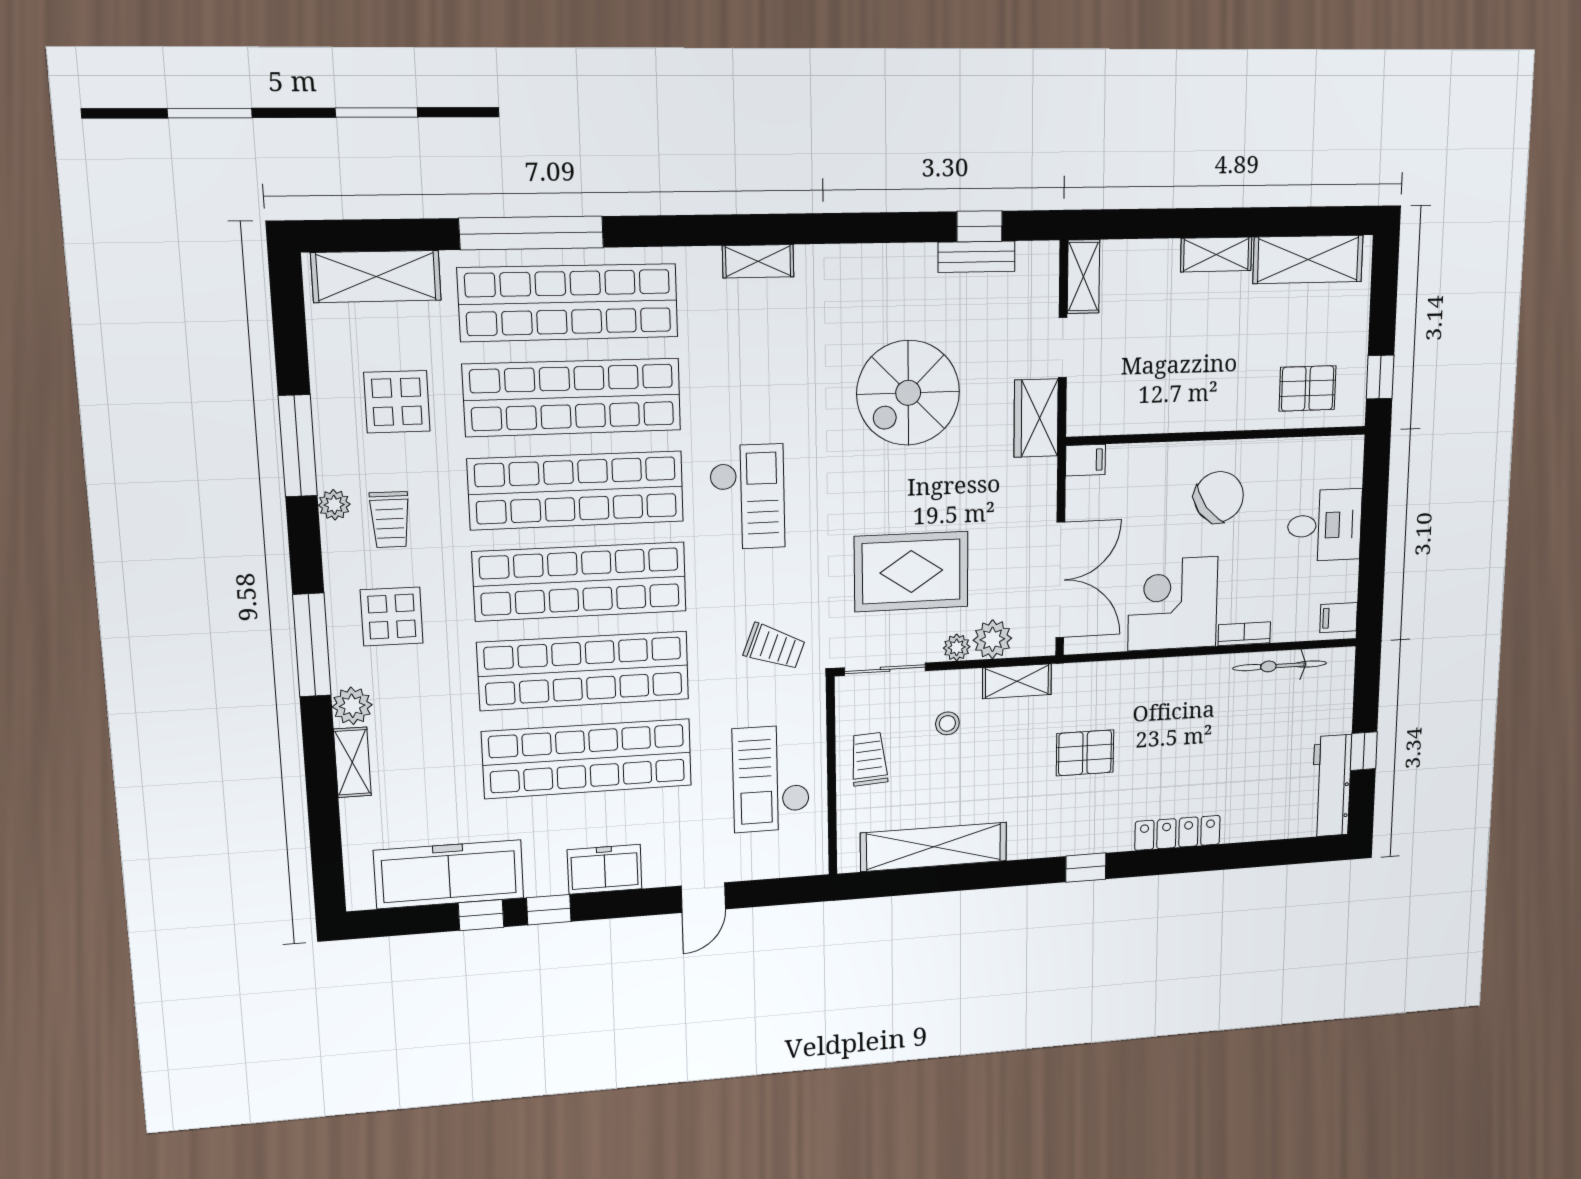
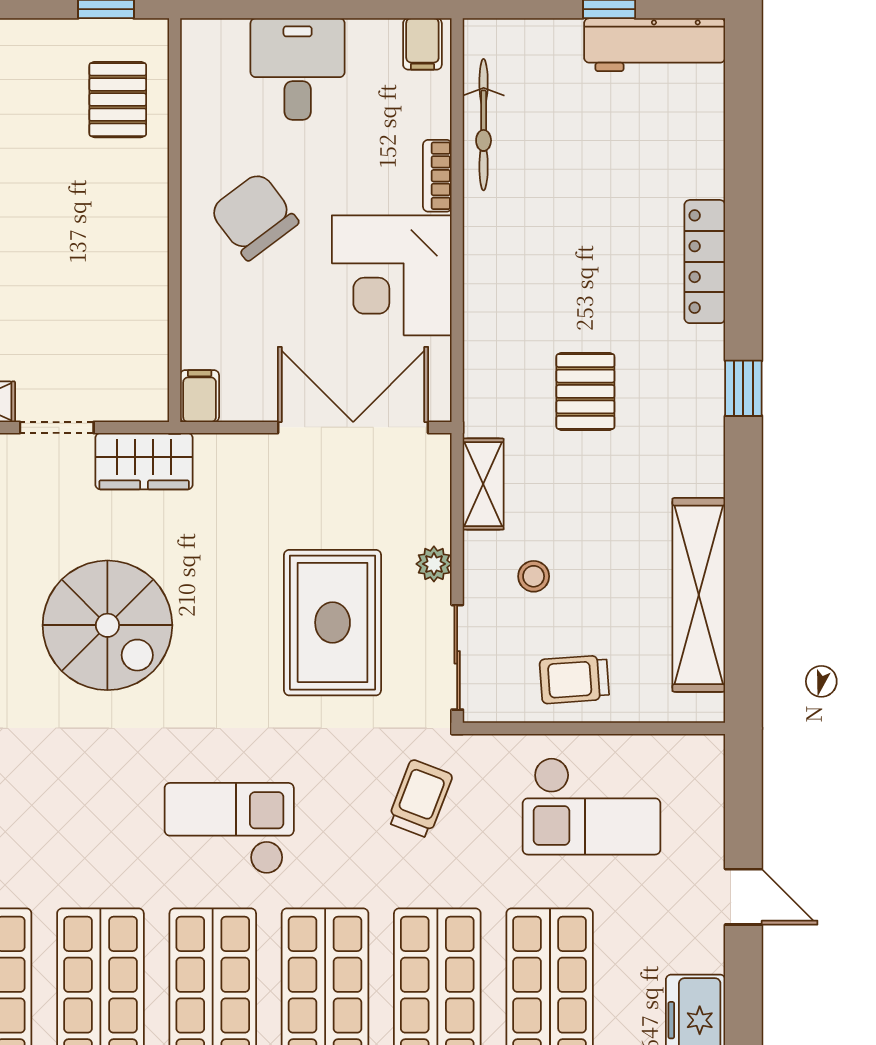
plant: (992, 639) -> (426, 517), removed

